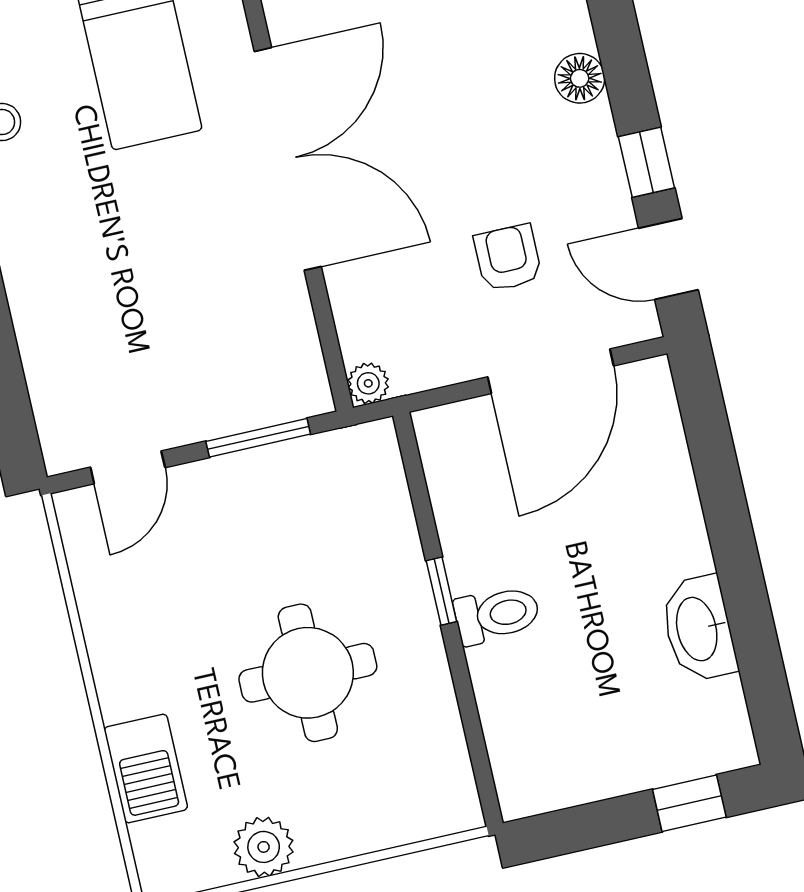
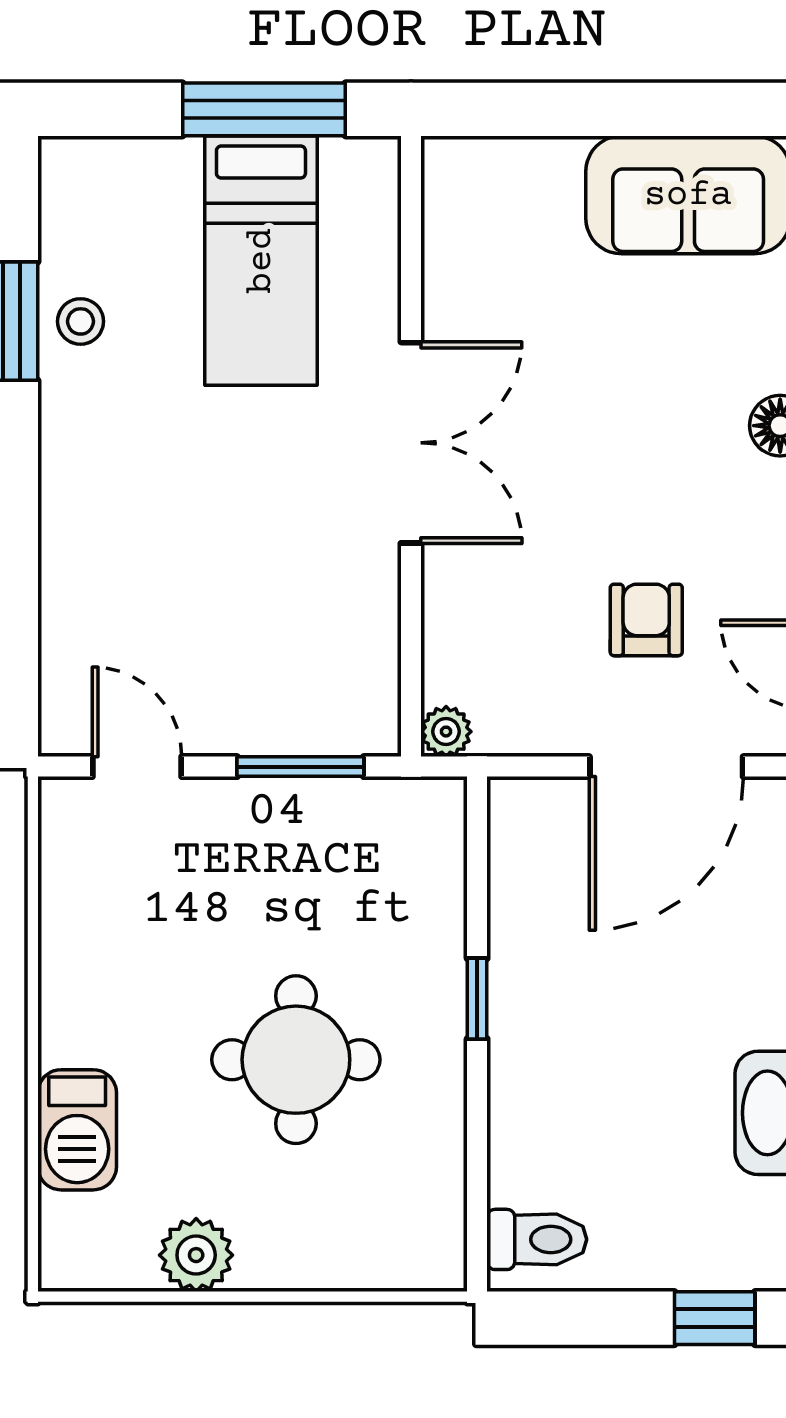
double door: (288, 159) -> (411, 443), width x0.73
door: (128, 467) -> (137, 767), swing flipped
toilet: (497, 615) -> (537, 1239), moved

